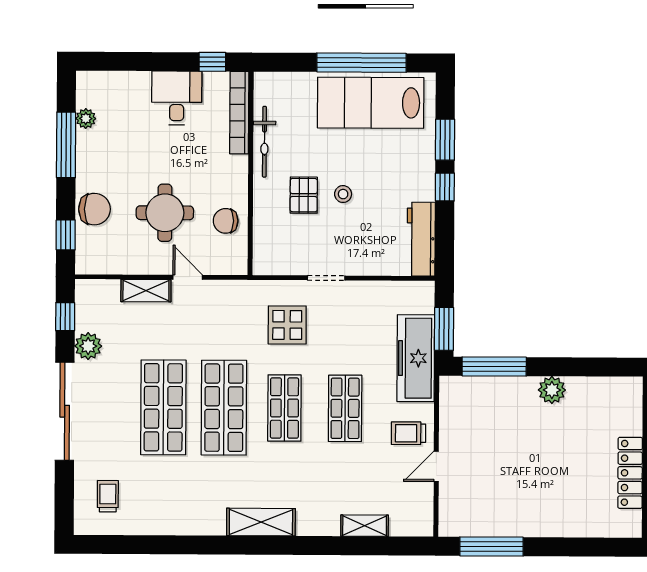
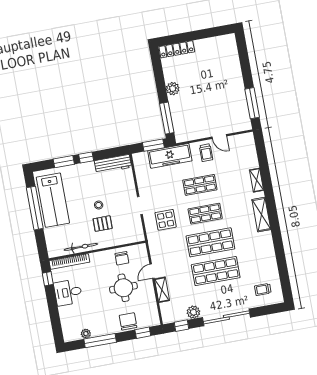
locker: (630, 473) -> (177, 49), moved
shelving: (365, 526) -> (256, 180), moved

